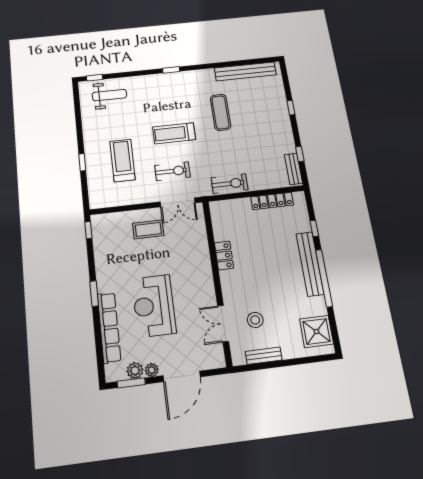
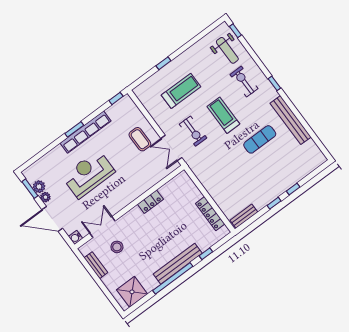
bench: (245, 71) -> (291, 120), moved
window: (300, 154) -> (274, 203), moved
exercise bike: (230, 184) -> (244, 82), moved, turned 180
row of seats: (109, 328) -> (86, 132), moved
water cooler: (218, 361) -> (76, 237), added

